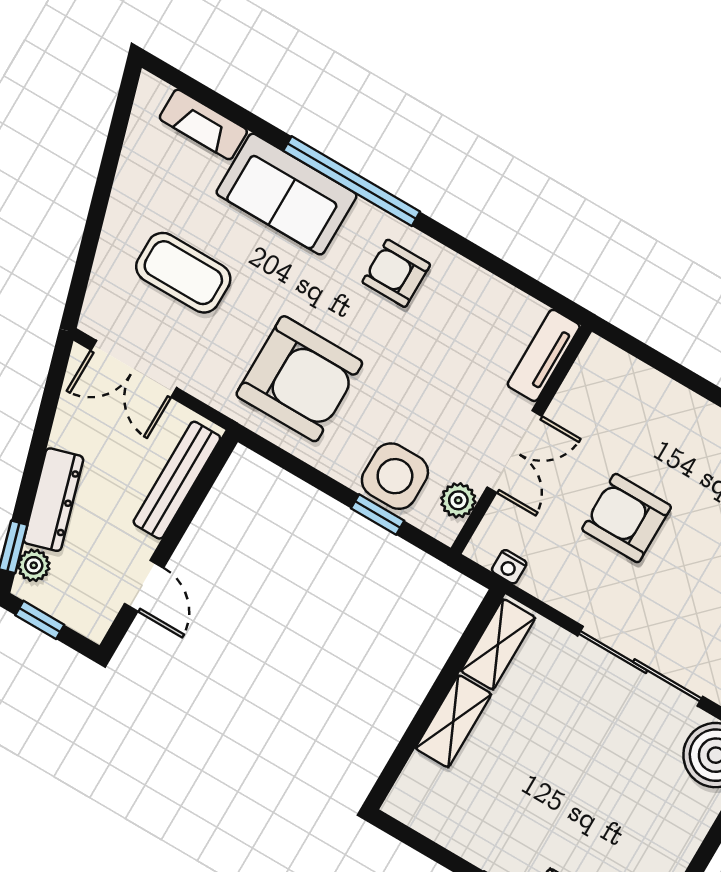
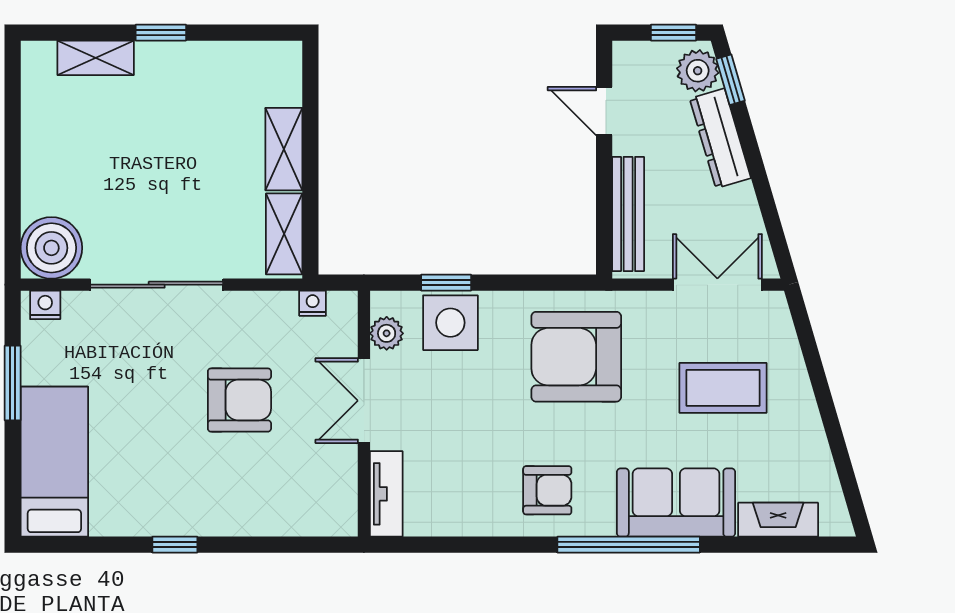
plant: (34, 565) -> (698, 71), width x1.38, depth x1.38

